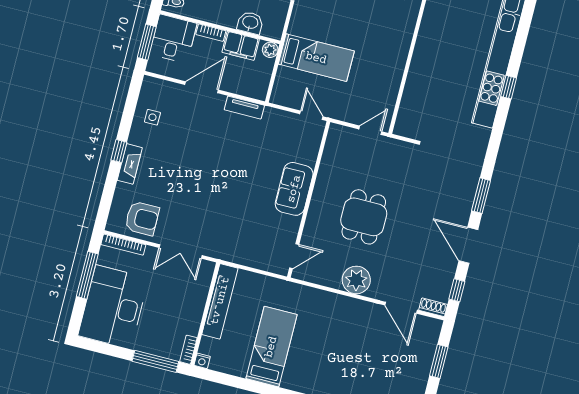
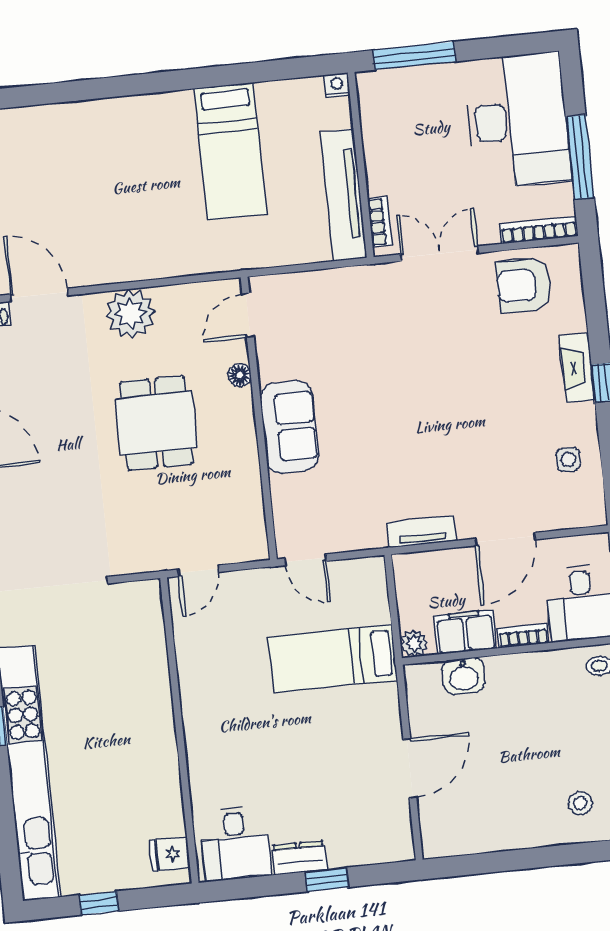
floor lamp: (310, 226) -> (240, 375), added
bookcase: (188, 350) -> (380, 222), moved

